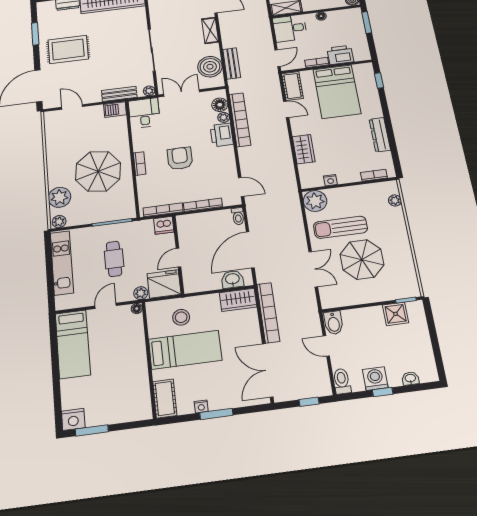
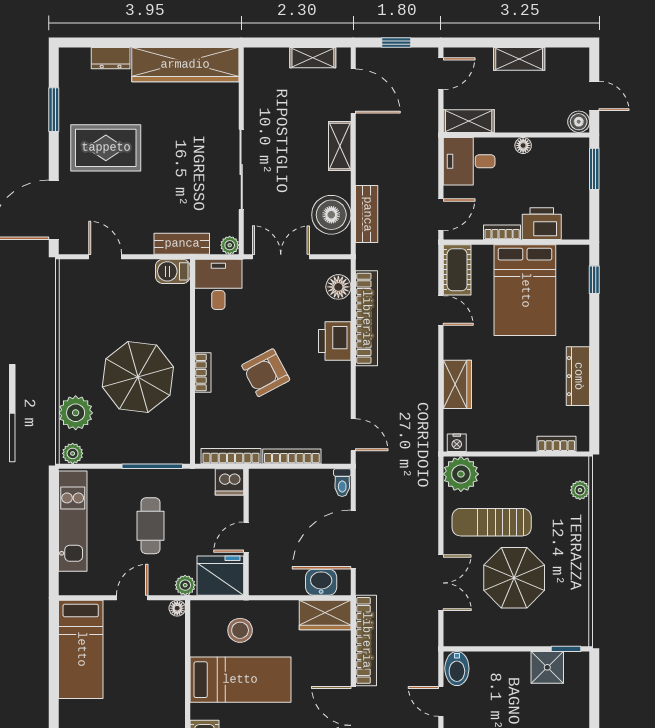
plant: (224, 117) -> (342, 311), removed
armchair: (180, 158) -> (266, 373), turned -118
nightstand: (330, 180) -> (457, 443), moved

